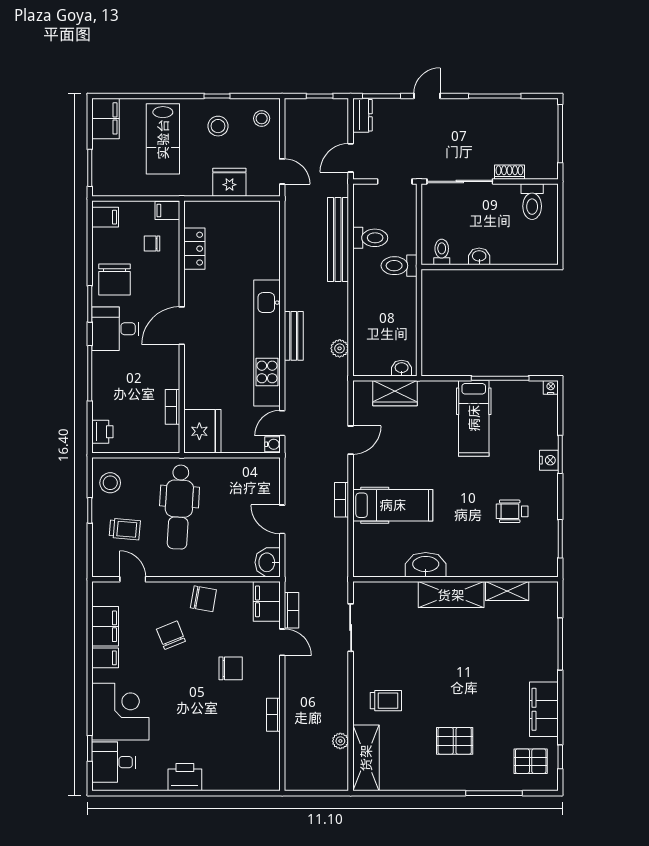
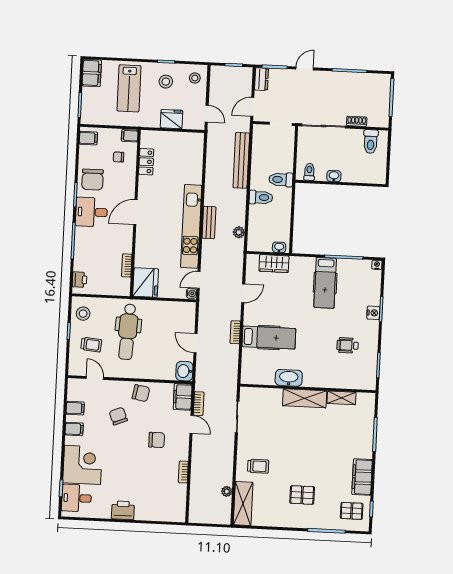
toilet: (370, 238) -> (261, 197), moved
filing cabinet: (105, 626) -> (75, 408), width x0.50

